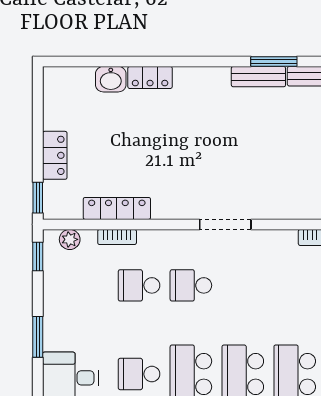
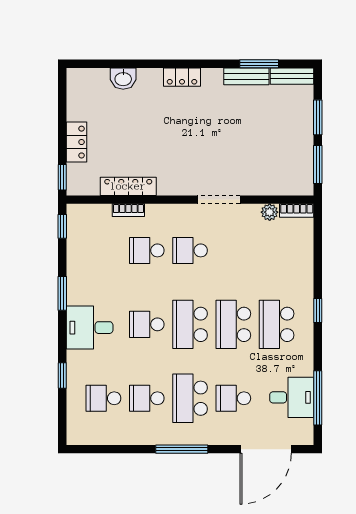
locker: (150, 77) -> (182, 77), moved
plant: (70, 239) -> (270, 212), moved

